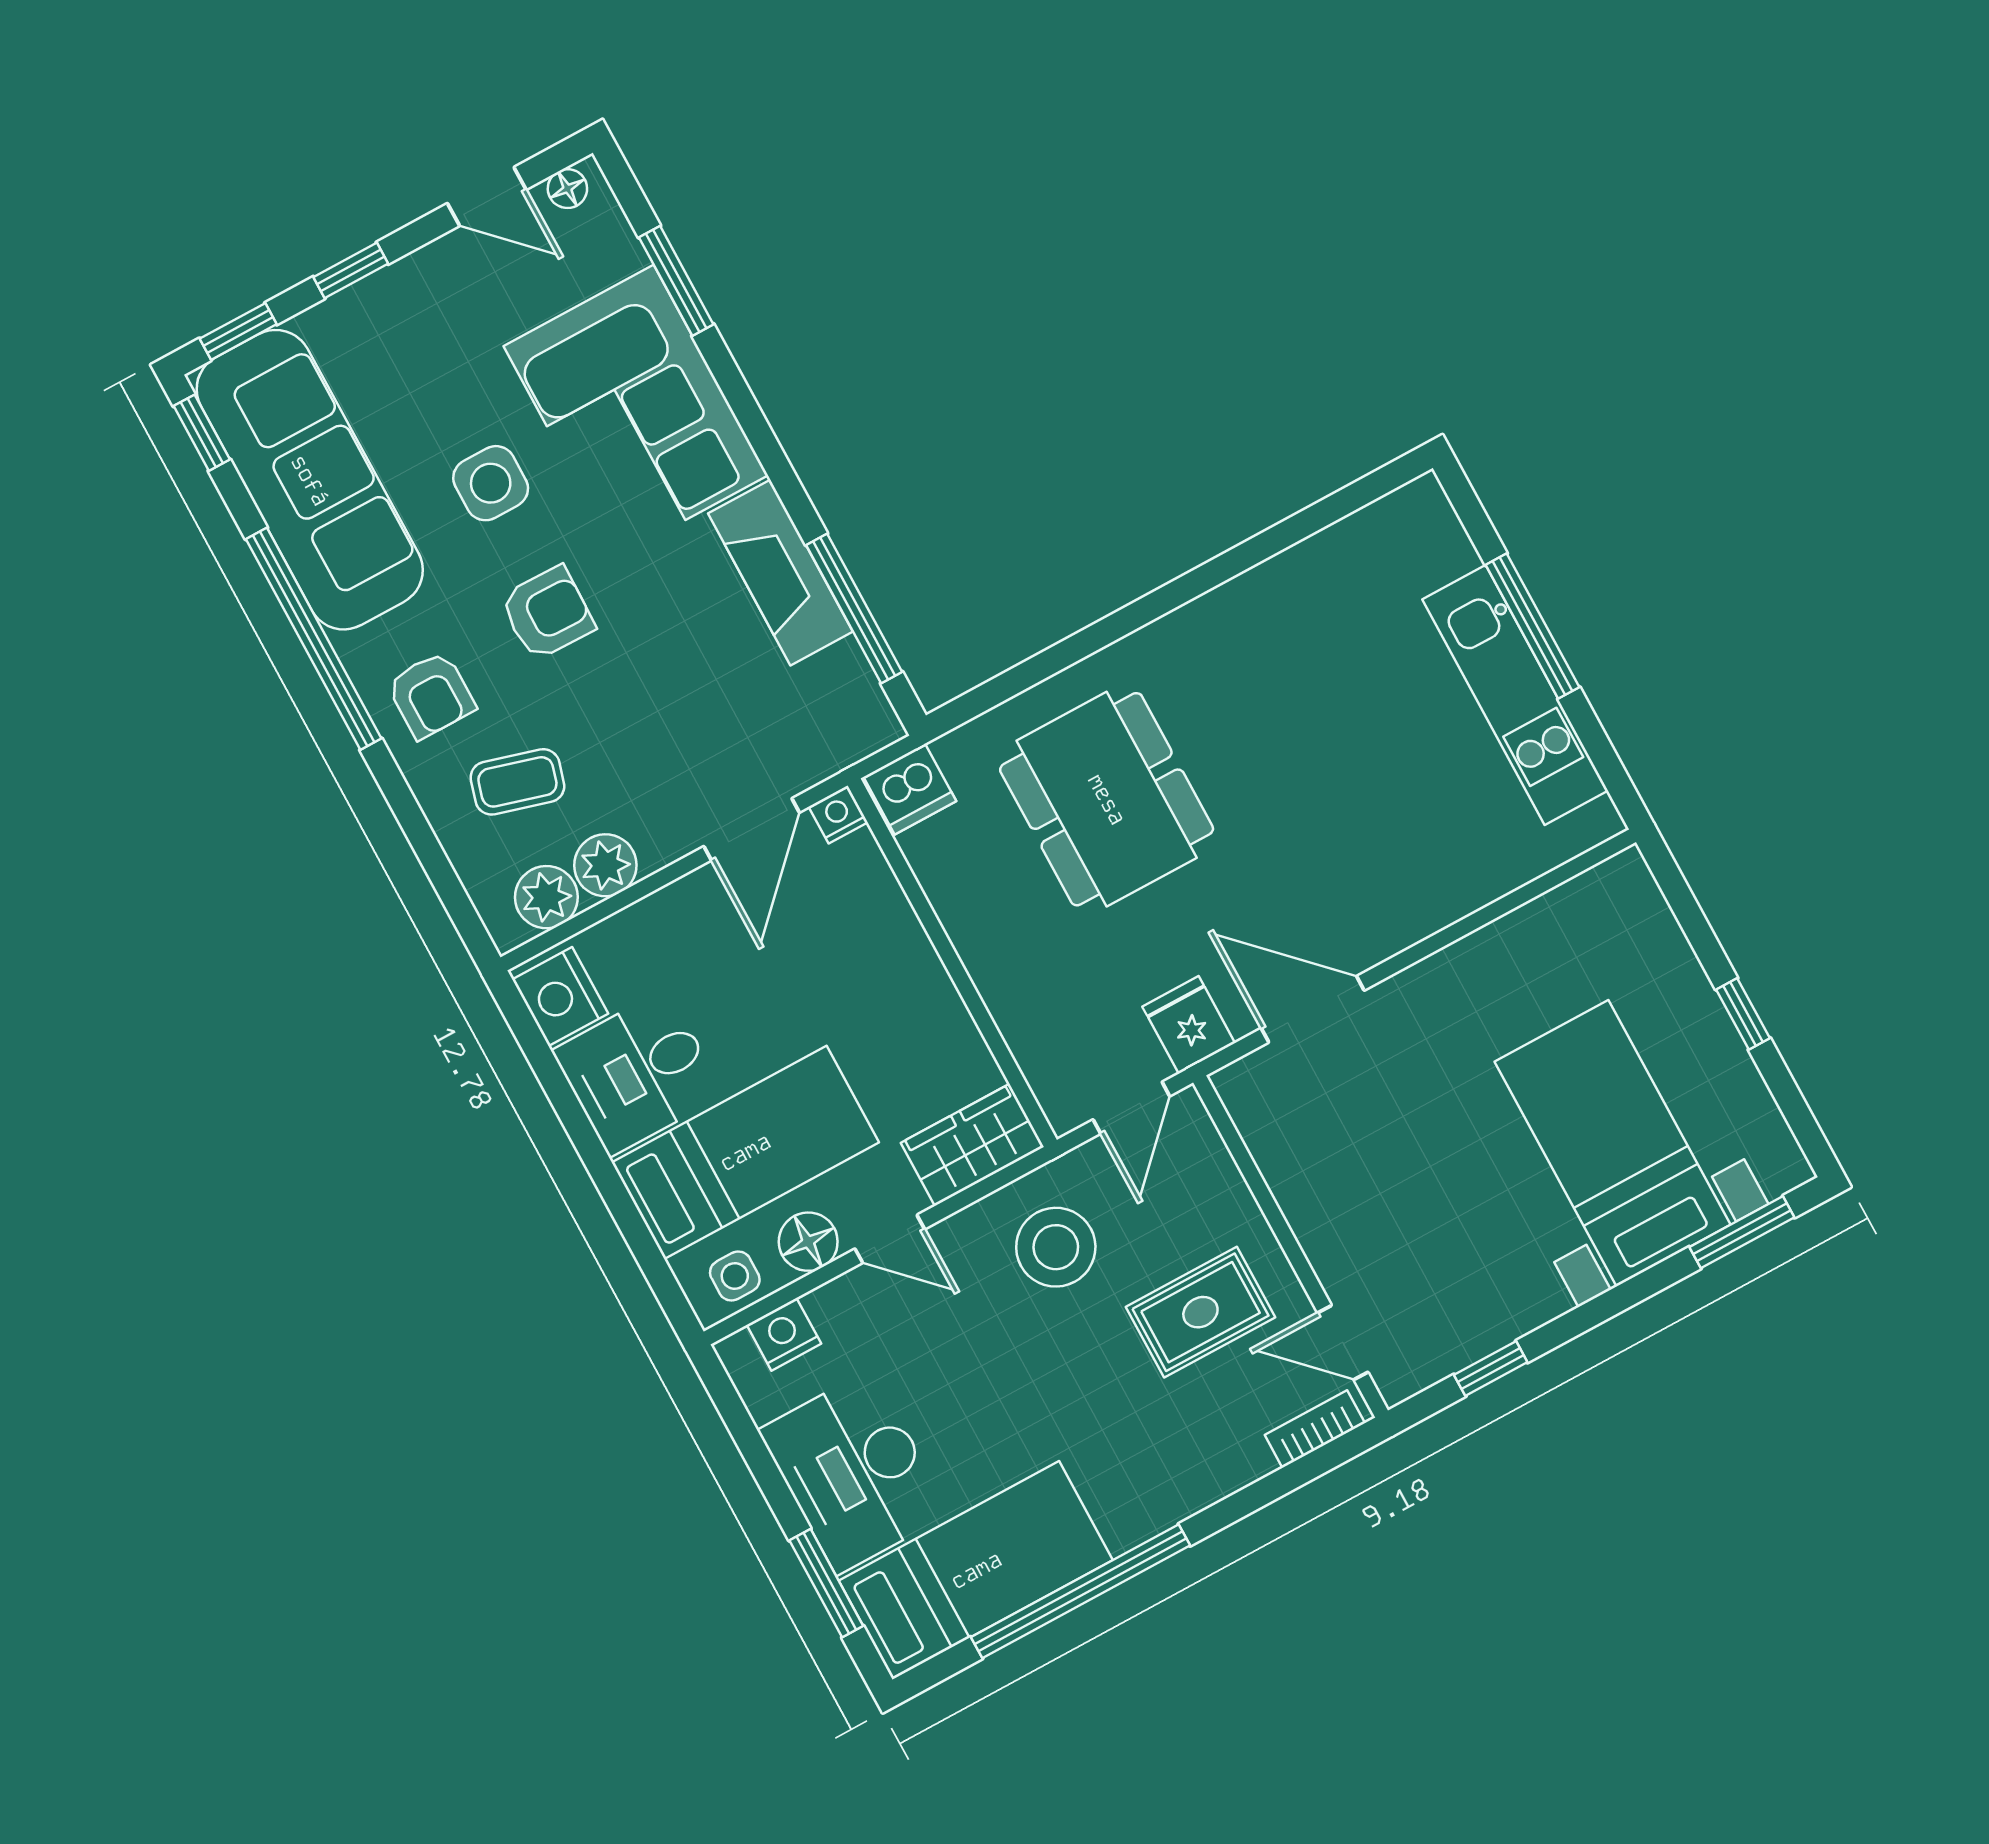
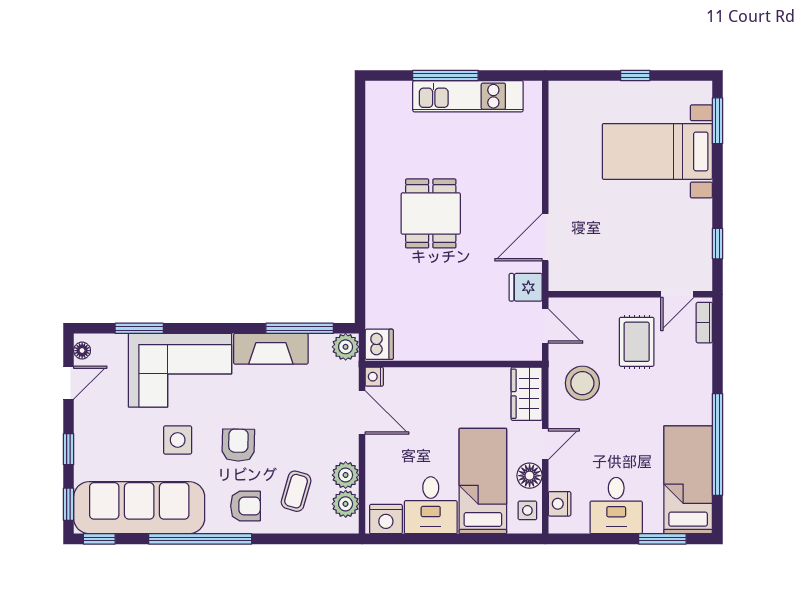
plant: (867, 723) -> (346, 347), added
dining table: (1107, 799) -> (431, 213), moved, width x0.73
desk: (854, 1472) -> (616, 506), width x0.73

